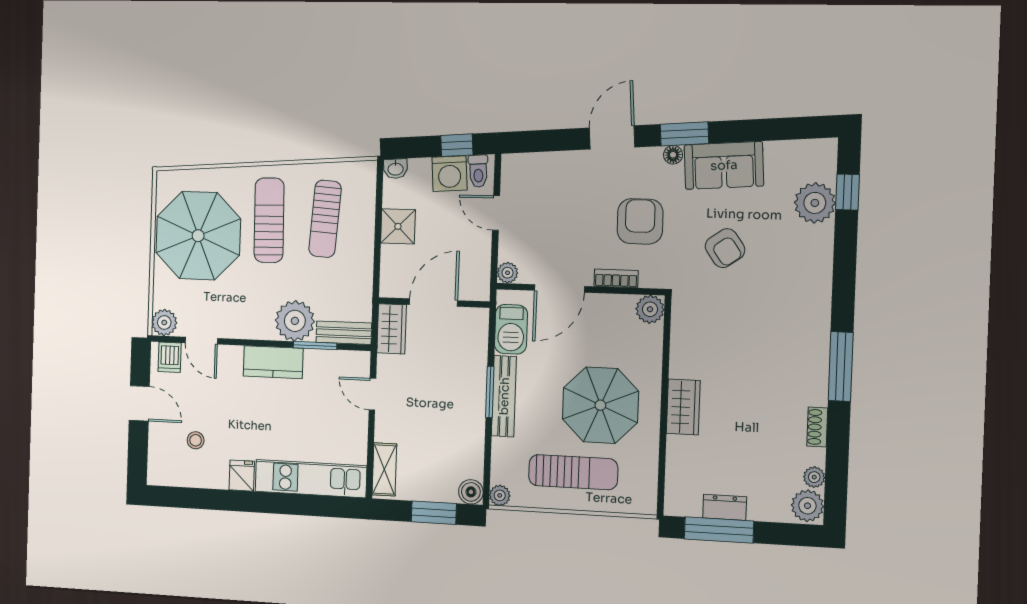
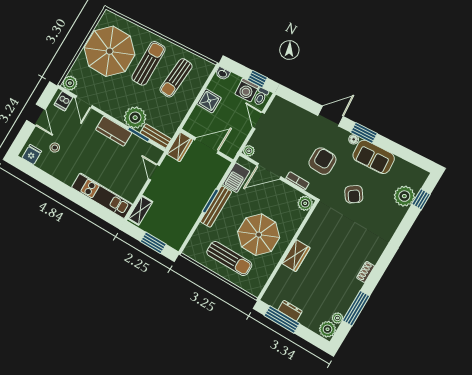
window: (841, 366) -> (356, 308), moved
shoe rack: (817, 427) -> (366, 272), moved
fridge: (242, 476) -> (32, 154), moved
boiler: (471, 492) -> (176, 242), removed
plant: (500, 495) -> (189, 251), removed

